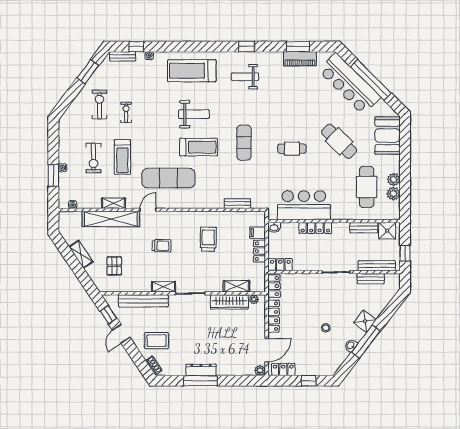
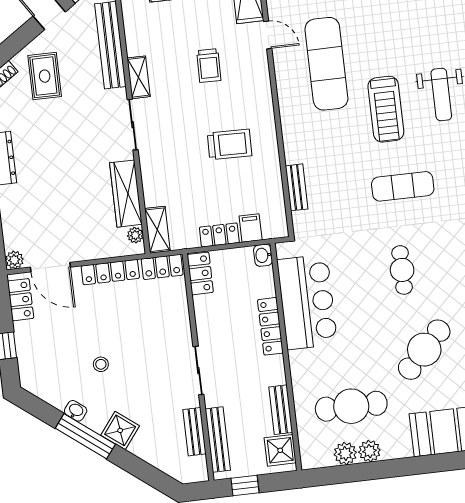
shelving: (237, 286) -> (157, 230), moved

